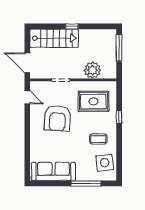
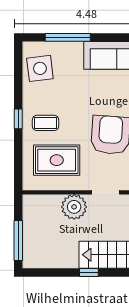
plant: (92, 70) -> (74, 207), moved
window: (119, 117) -> (18, 119), moved
coffee table: (98, 139) -> (46, 123), moved

